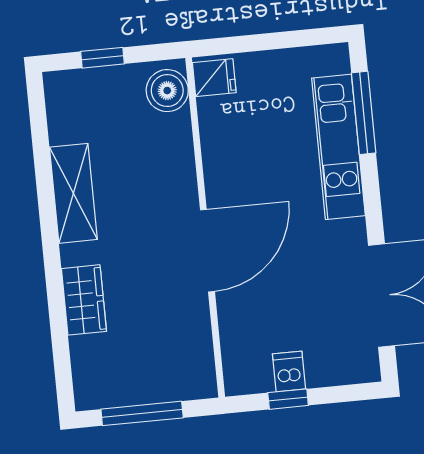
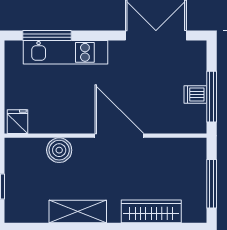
boiler: (167, 91) -> (59, 150), moved
wardrobe: (84, 300) -> (151, 211), width x1.50
window: (288, 399) -> (212, 97), width x2.17

